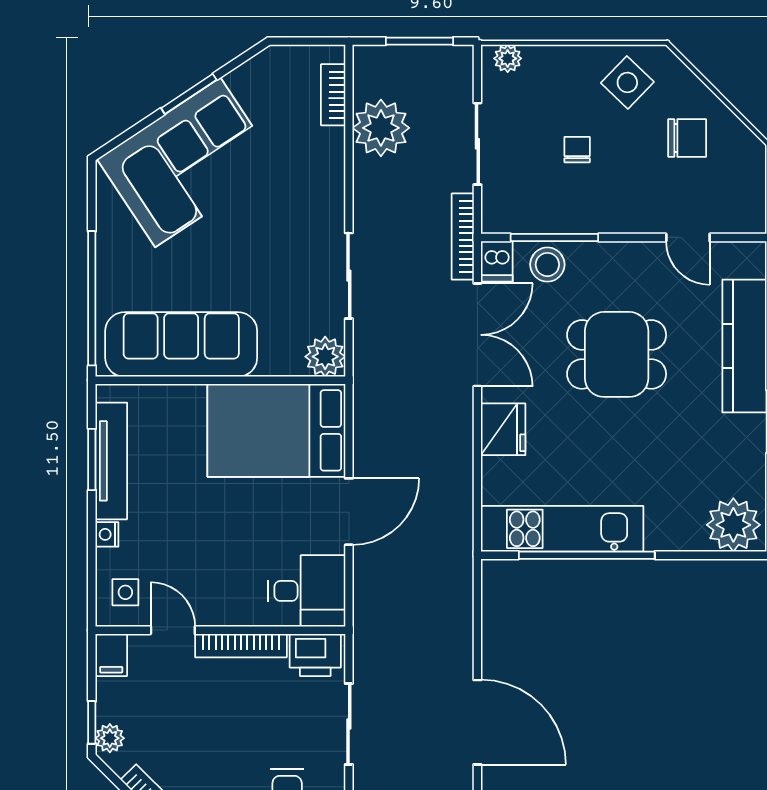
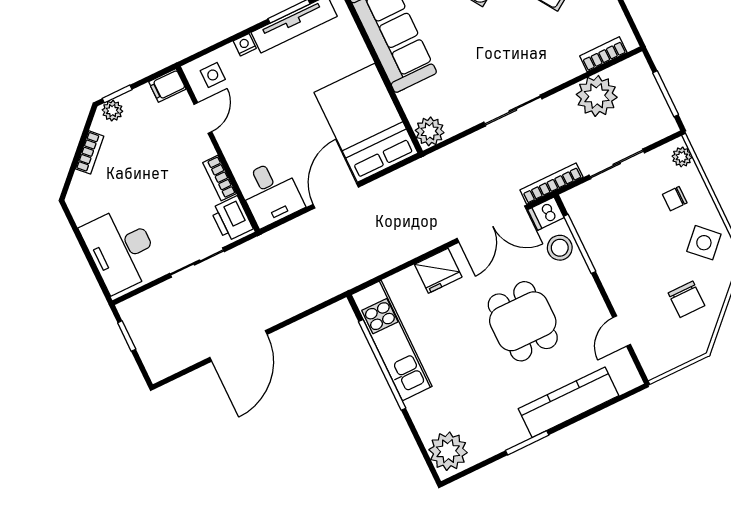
chair: (577, 150) -> (675, 199), moved, turned 180
sliding door: (349, 276) -> (513, 110), moved
door: (349, 512) -> (336, 196), swing flipped
bookcase: (241, 646) -> (219, 178), width x0.64

